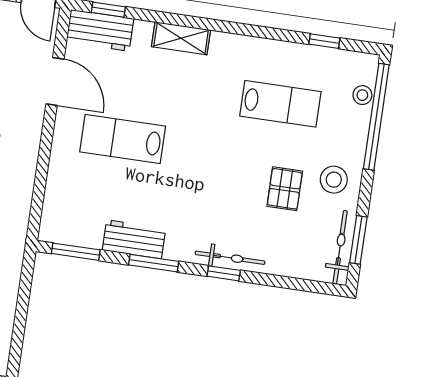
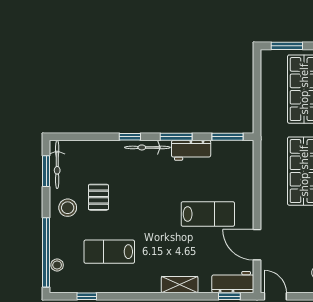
bicycle: (230, 258) -> (147, 147), moved

